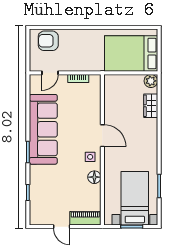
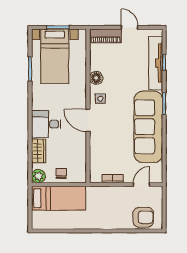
bed: (131, 53) -> (59, 198), width x0.67
chair: (129, 84) -> (61, 173), added
desk: (143, 132) -> (46, 124), added
tv unit: (36, 192) -> (156, 63), added

